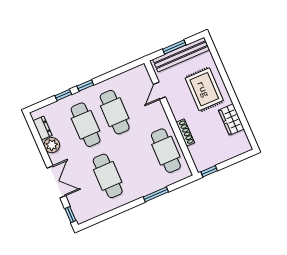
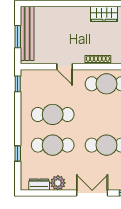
window: (85, 85) -> (18, 84), moved
rug: (204, 89) -> (67, 26), removed
door: (159, 91) -> (65, 67), moved

